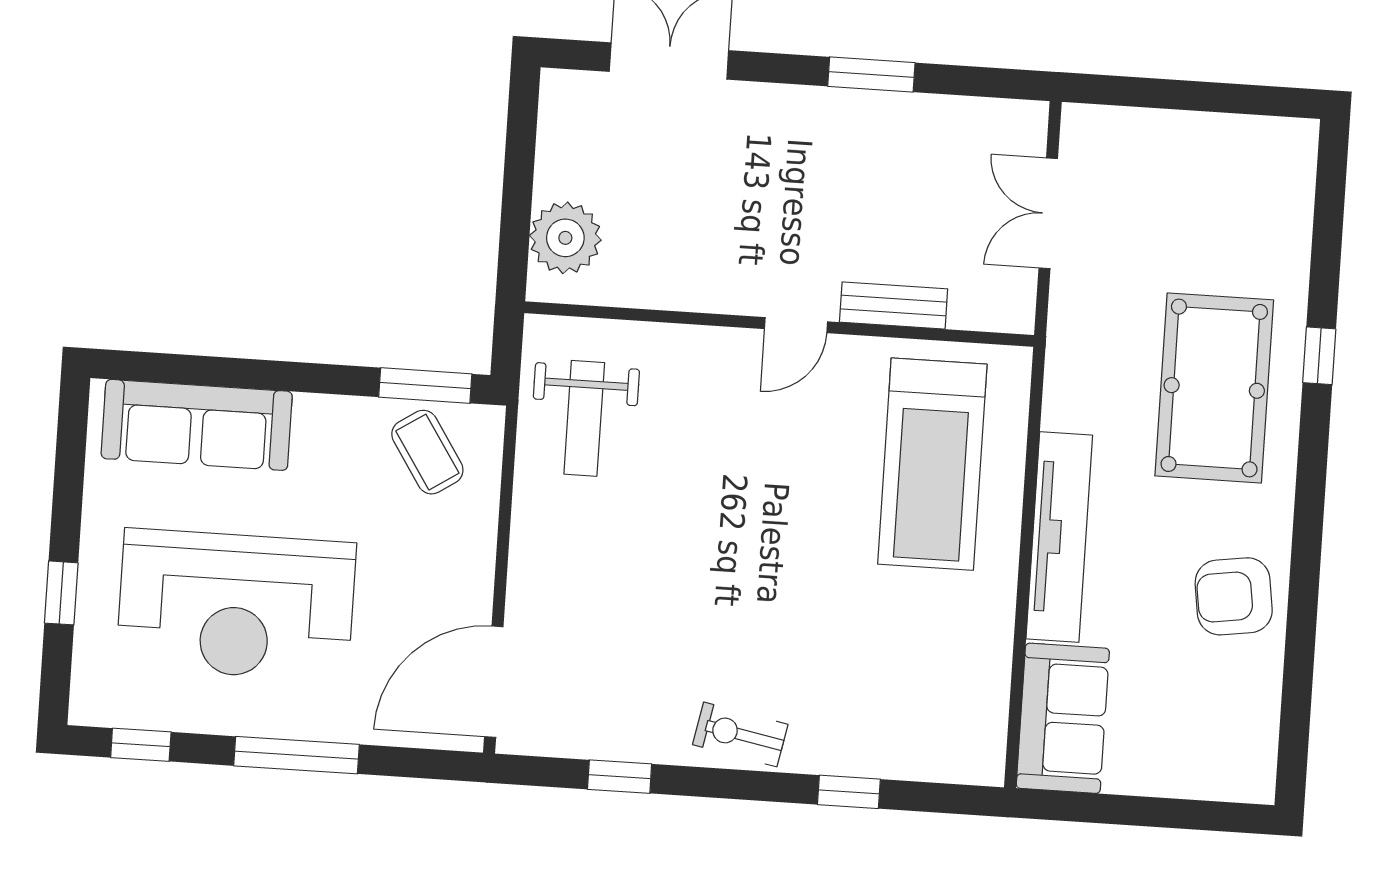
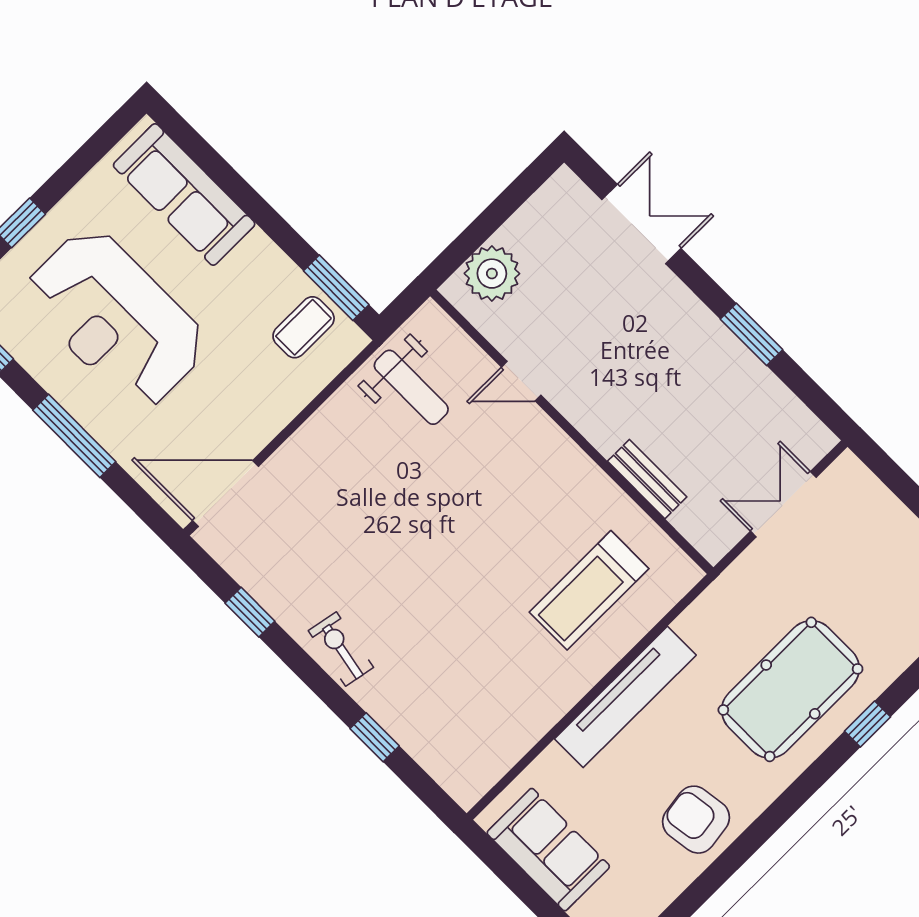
door: (796, 325) -> (521, 381), moved
weight bench: (584, 418) -> (411, 387), turned -90
coffee table: (427, 452) -> (304, 327), turned 33
treadmill: (932, 464) -> (589, 590), width x0.73, depth x0.73
sofa: (1063, 718) -> (548, 850), moved, turned -90

